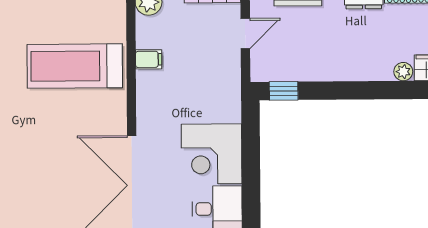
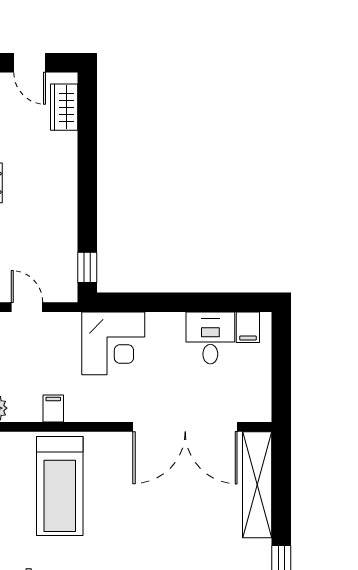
plant: (403, 72) -> (68, 142), removed
corner desk: (212, 154) -> (113, 343), moved

